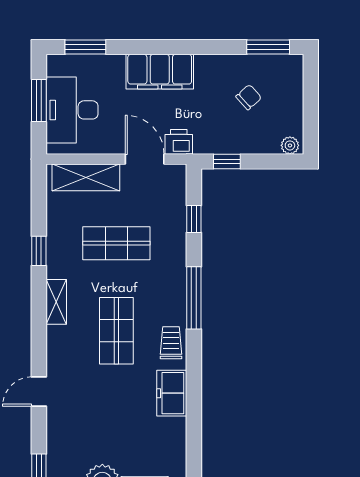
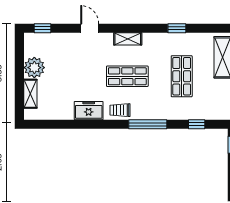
shelving: (56, 302) -> (128, 39), moved
trolley: (171, 343) -> (120, 110), turned 180

